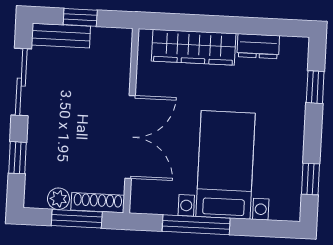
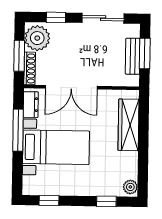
window: (80, 17) -> (145, 54), width x1.50
bench: (61, 36) -> (133, 56), moved
dresser: (258, 46) -> (31, 105), moved, turned 180
plant: (293, 48) -> (130, 187), added
plant: (58, 199) -> (37, 38), width x1.88, depth x1.88

